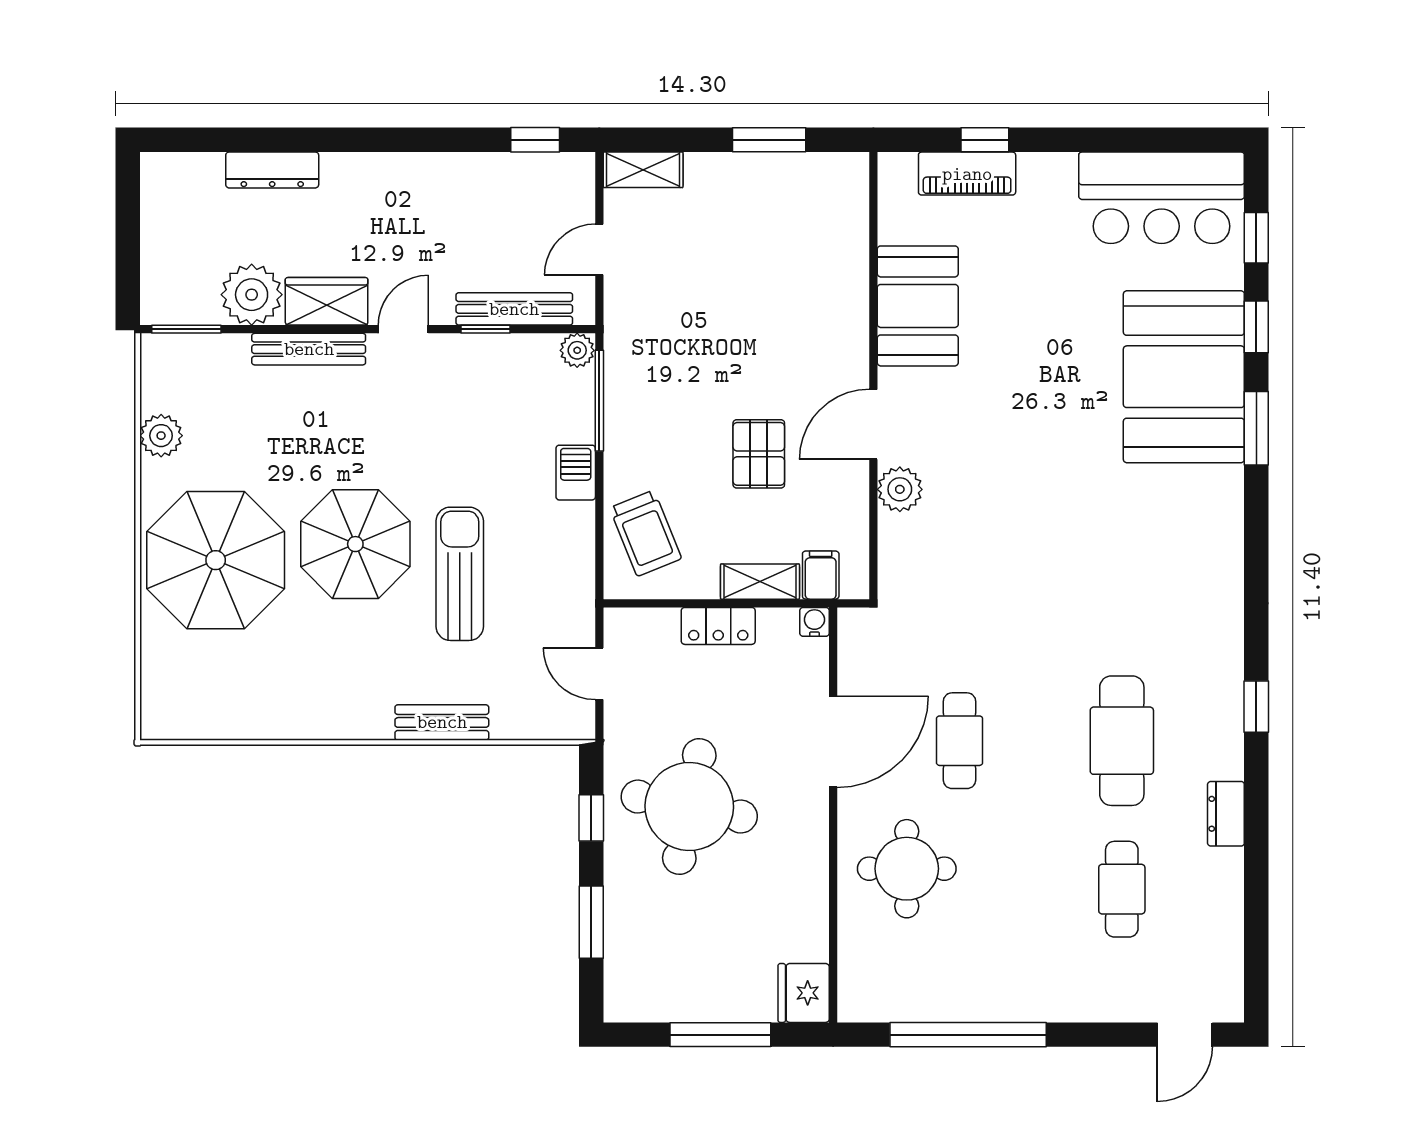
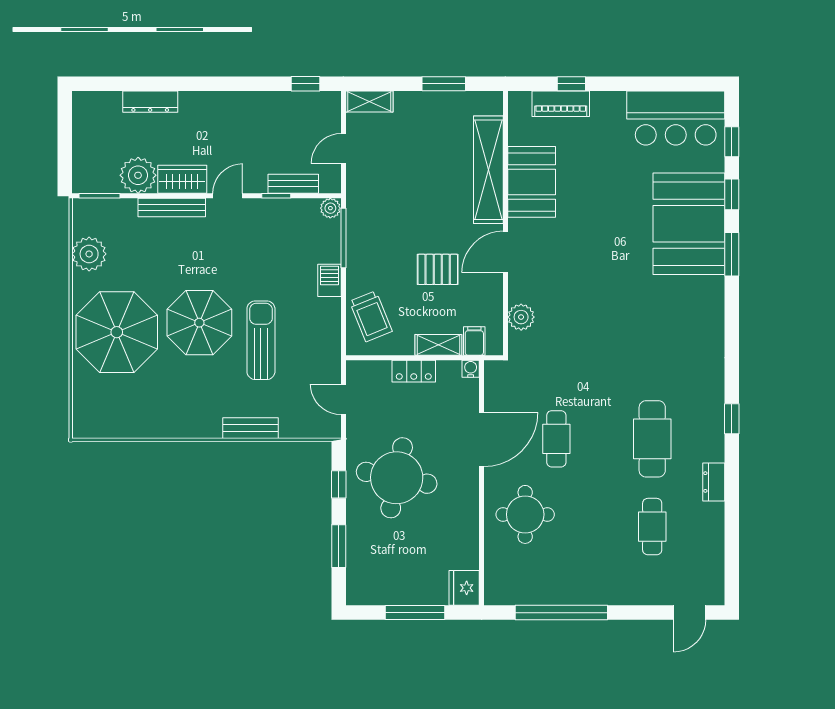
shelving: (844, 285) -> (488, 170), added
bench: (514, 309) -> (293, 184), width x0.73
plant: (161, 436) -> (89, 254), width x1.36, depth x1.36
pallet: (759, 454) -> (438, 269), turned 90
plant: (900, 489) -> (521, 317), moved

